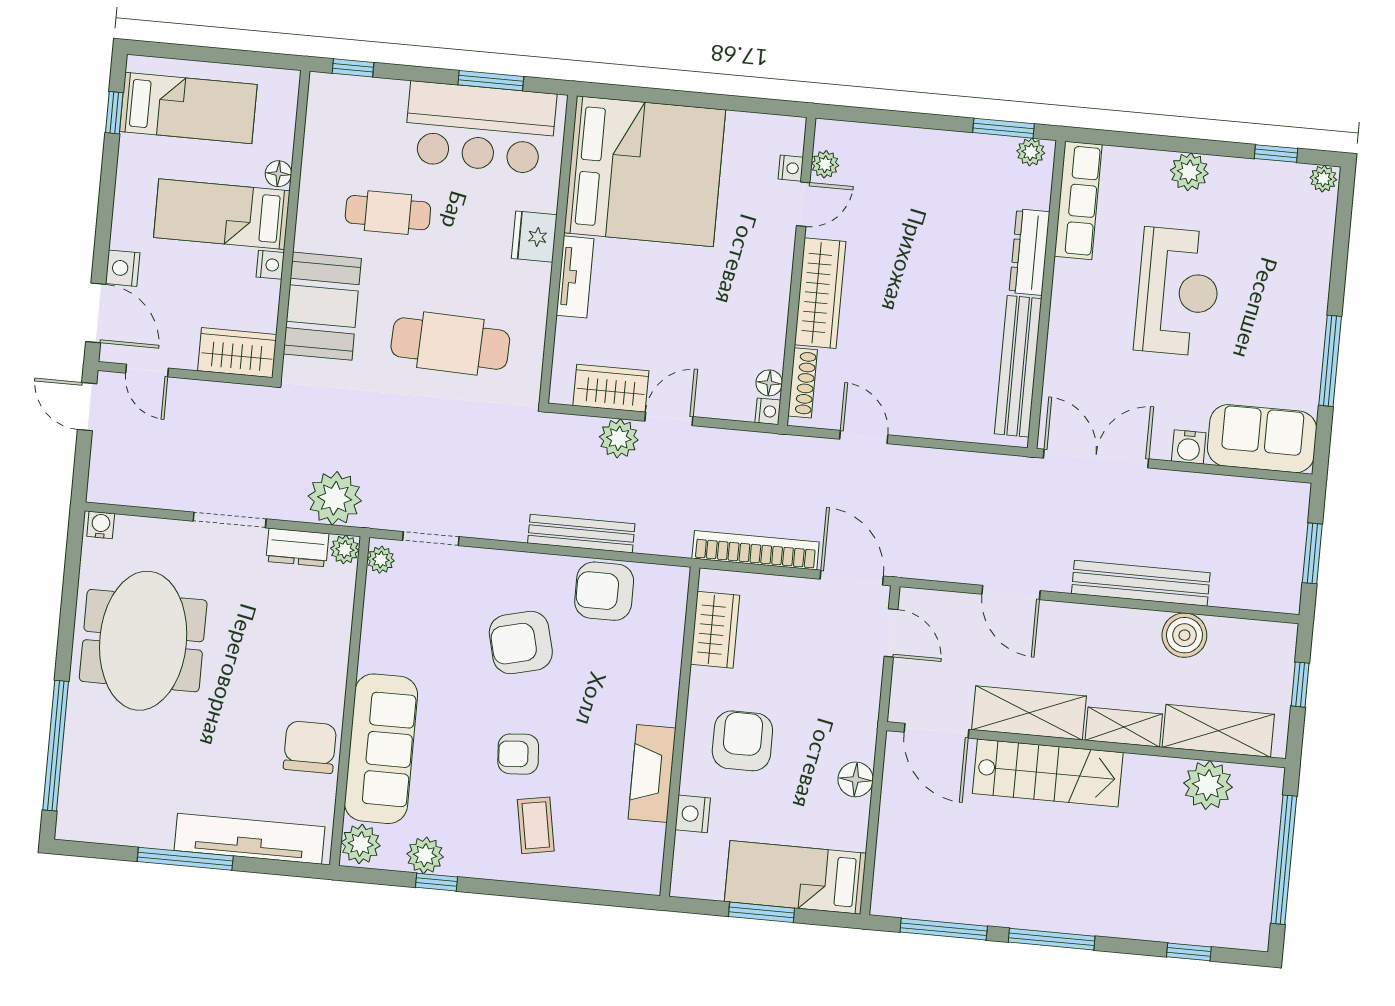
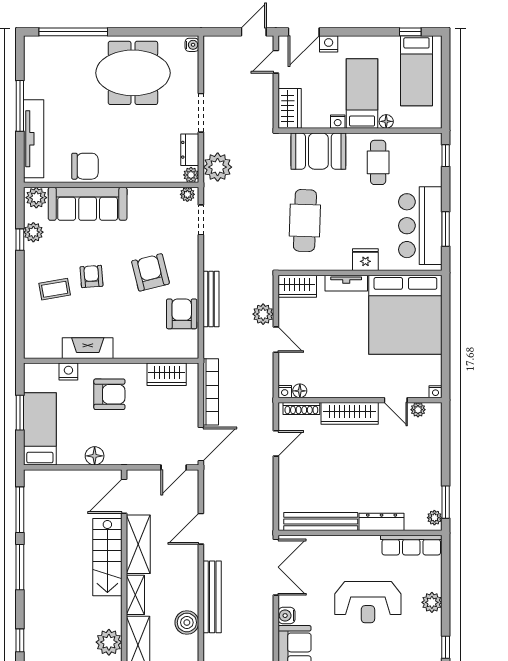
nightstand: (791, 168) -> (436, 392), moved
cafe table: (388, 213) -> (378, 162), moved
wardrobe: (611, 388) -> (297, 286), moved, turned 90

